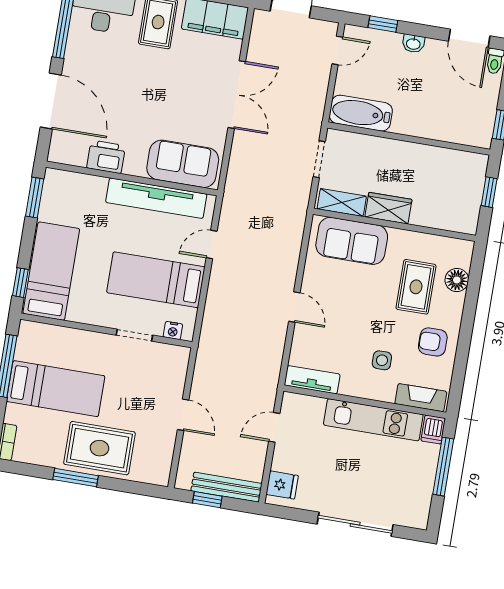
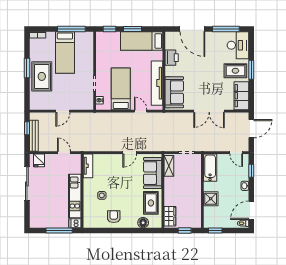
door: (51, 101) -> (192, 29), hinge flipped
shower: (429, 123) -> (211, 199), added
window: (35, 197) -> (132, 29), moved
wardrobe: (388, 208) -> (170, 216), moved
bed: (51, 271) -> (142, 41), moved, turned 180
rug: (416, 287) -> (151, 203), moved, turned 90
door: (294, 307) -> (130, 153), moved
fireplace: (421, 398) -> (88, 215), removed
sliding door: (355, 524) -> (27, 184), moved

